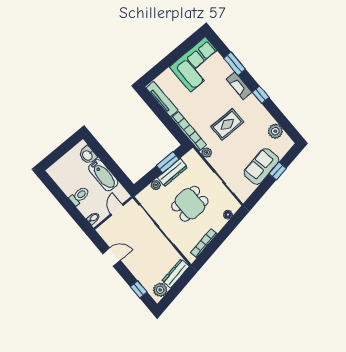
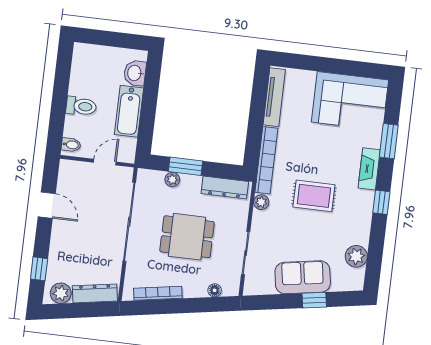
window: (168, 162) -> (186, 166), moved
dresser: (172, 172) -> (225, 187), moved

